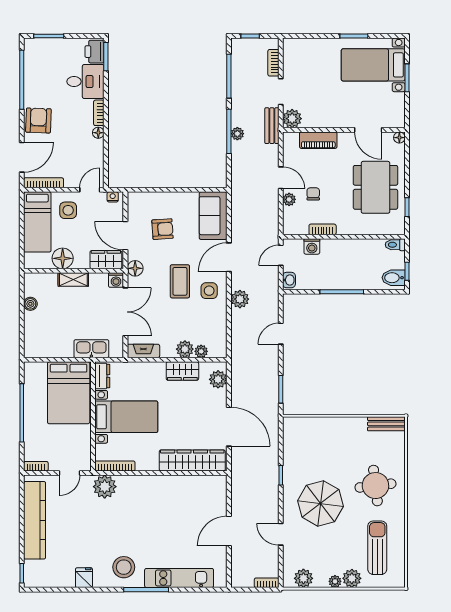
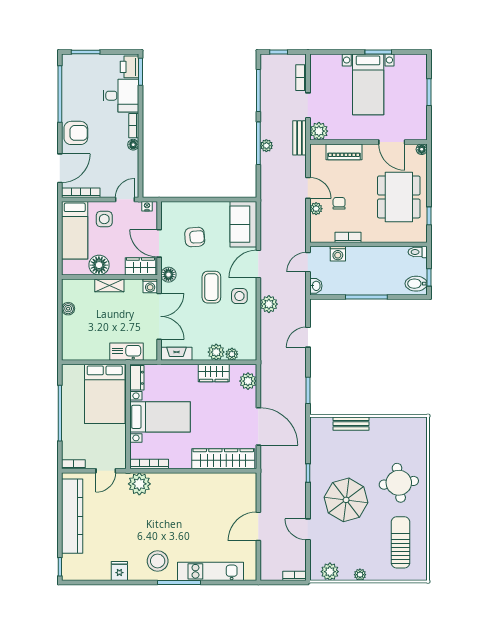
bed with nightstands: (373, 65) -> (368, 84), moved, turned -90
armchair: (38, 120) -> (76, 133), turned 88
bench: (386, 424) -> (351, 424), moved
plant: (352, 578) -> (376, 572), removed

